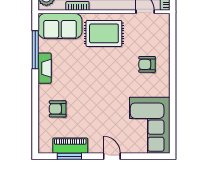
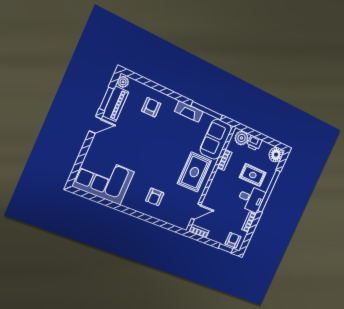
armchair: (147, 64) -> (155, 197), turned 180
plant: (46, 148) -> (123, 82), added
door: (112, 156) -> (95, 125), moved

